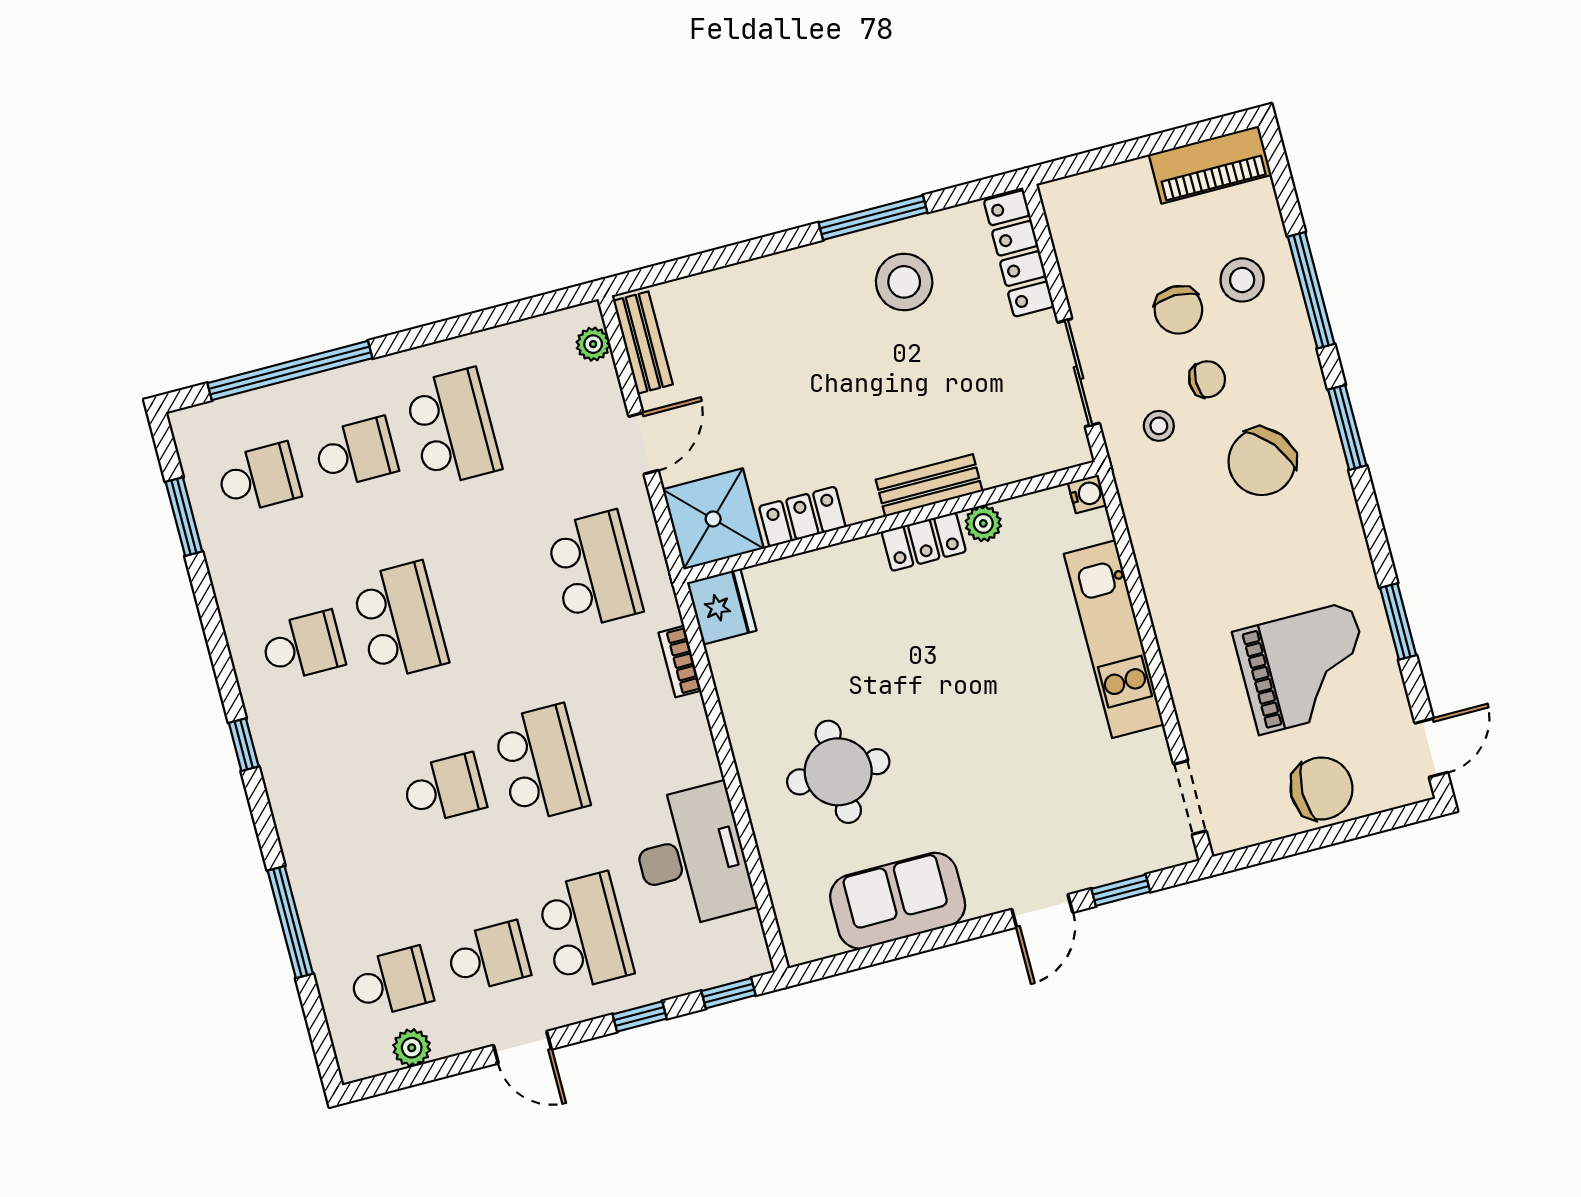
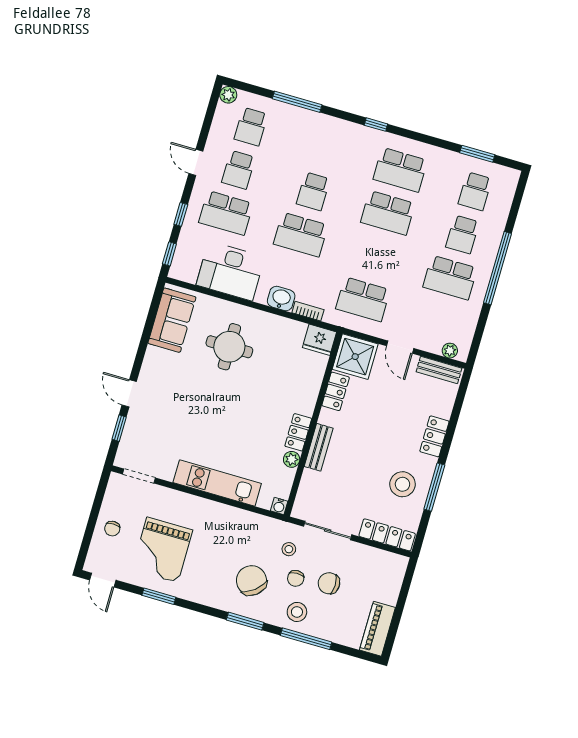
locker: (776, 275) -> (434, 436), added
stool: (1242, 280) -> (297, 612), moved
window: (290, 371) -> (498, 268), moved
school desk: (303, 646) -> (400, 170), width x1.85
washbasin: (686, 728) -> (281, 299), added
chair: (1321, 788) -> (112, 529), width x0.54, depth x0.54
sofa: (898, 901) -> (172, 320), moved
door: (523, 1047) -> (196, 162), hinge flipped
plant: (412, 1048) -> (228, 95), moved

